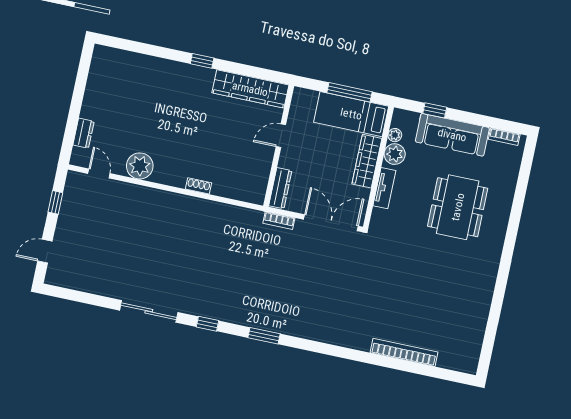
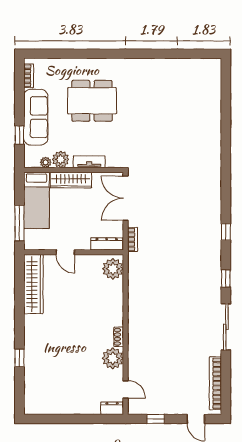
window: (202, 61) -> (19, 358), moved
window: (350, 92) -> (19, 223), moved
dresser: (84, 133) -> (112, 408), moved
door: (99, 173) -> (126, 389), swing flipped
shoe rack: (198, 186) -> (119, 337), moved
plant: (248, 189) -> (113, 269), added
window: (264, 336) -> (226, 232), width x0.67
bookcase: (404, 352) -> (215, 383), moved

